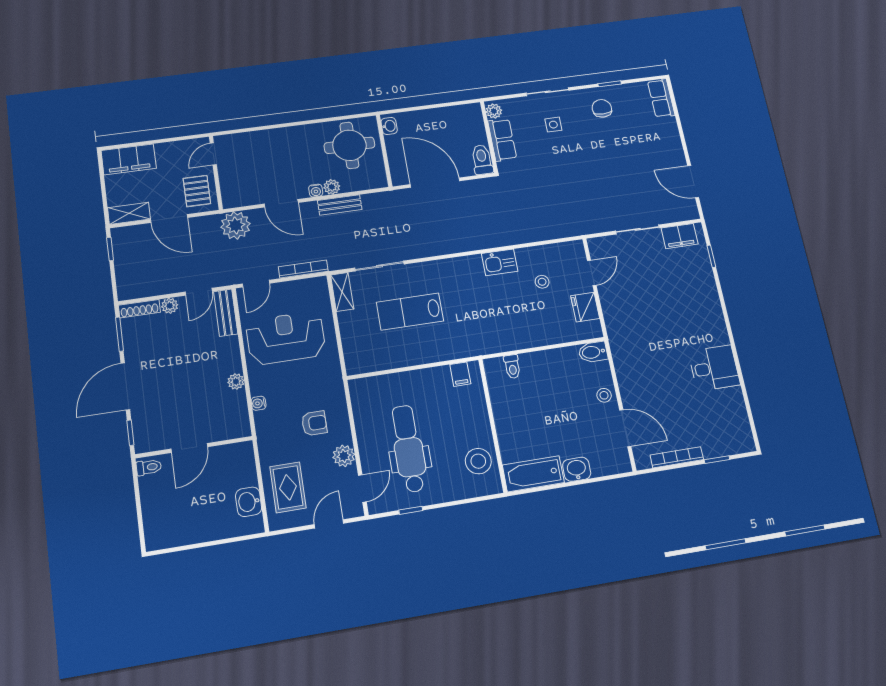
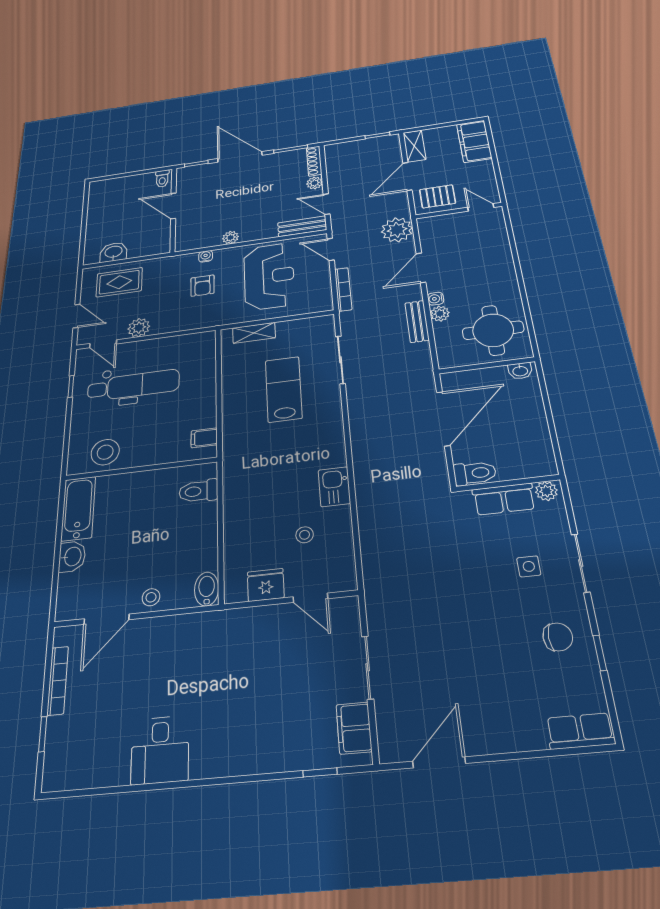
shelving: (342, 292) -> (254, 333), moved
toilet: (512, 367) -> (198, 491), width x1.37, depth x1.39
armchair: (314, 423) -> (202, 286), moved

